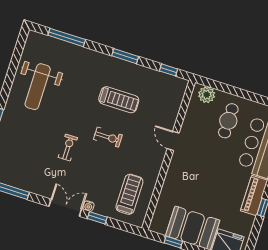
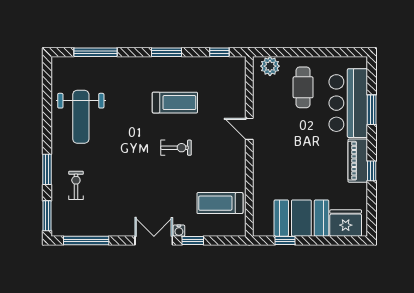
exercise bike: (68, 148) -> (76, 185), moved
treadmill: (129, 194) -> (220, 203), turned -90

